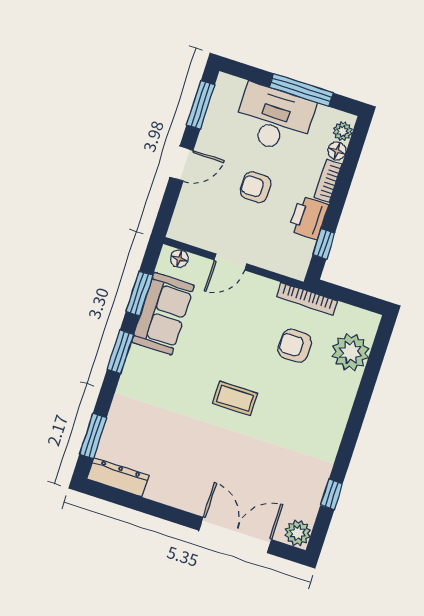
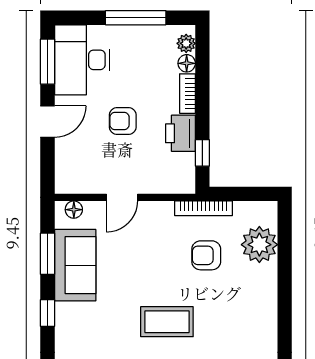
desk: (274, 119) -> (82, 60), moved, turned -90
window: (120, 352) -> (47, 313), width x0.67
coffee table: (235, 398) -> (167, 322), width x1.36, depth x1.30

